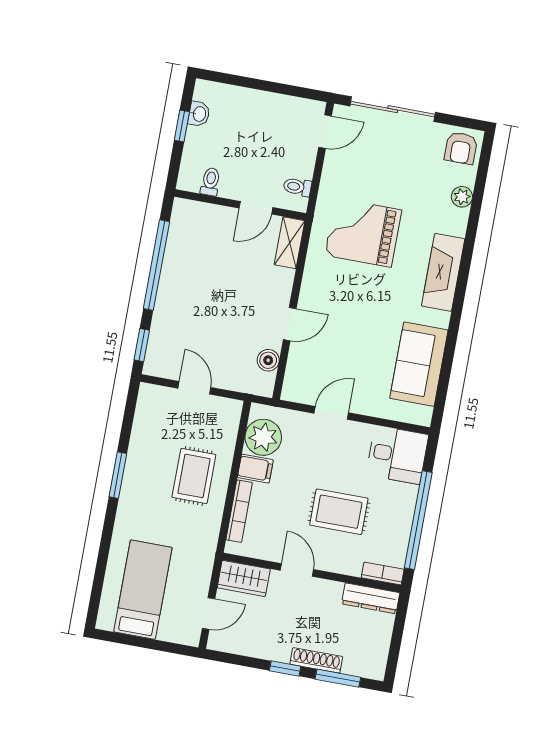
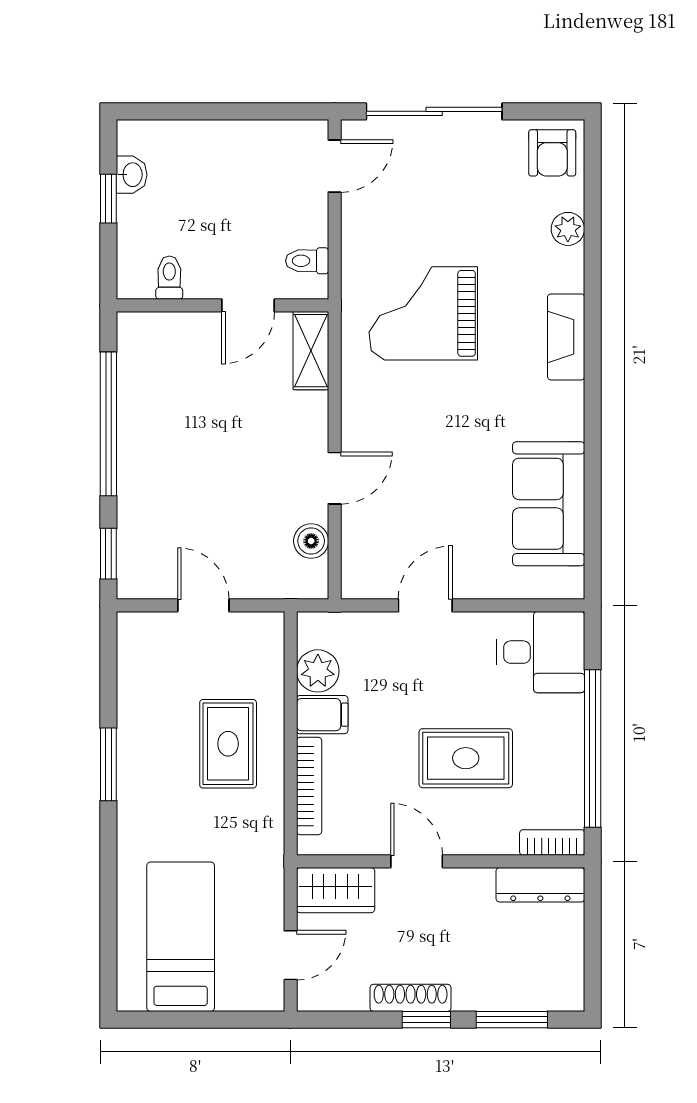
fireplace: (443, 272) -> (566, 337), width x0.73, depth x0.76
plant: (263, 437) -> (318, 671), width x0.73, depth x0.73
shoe rack: (316, 660) -> (411, 998), moved

